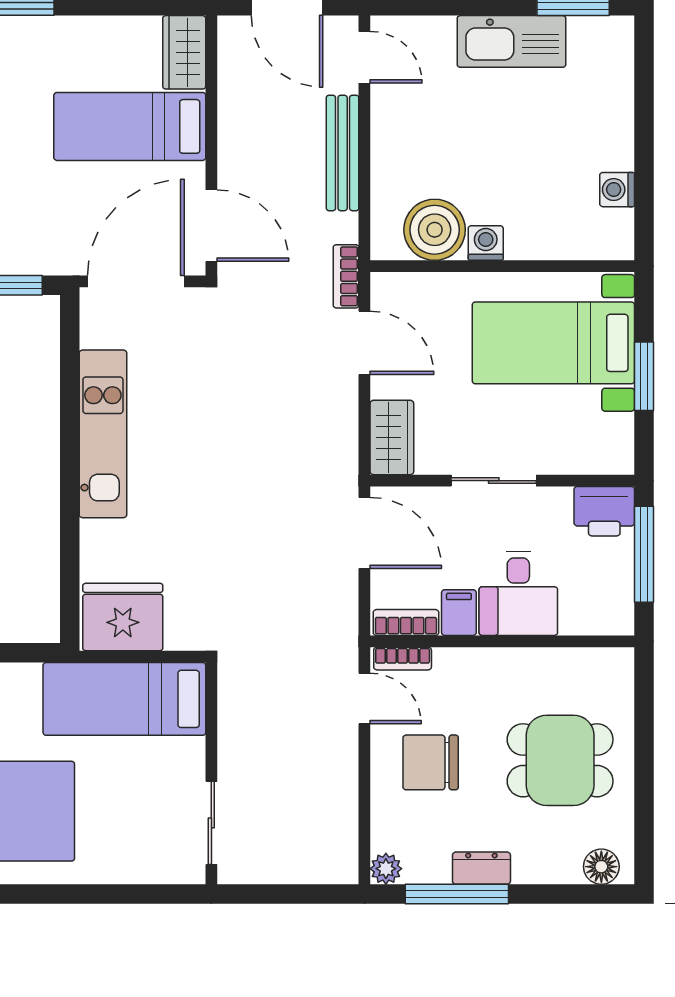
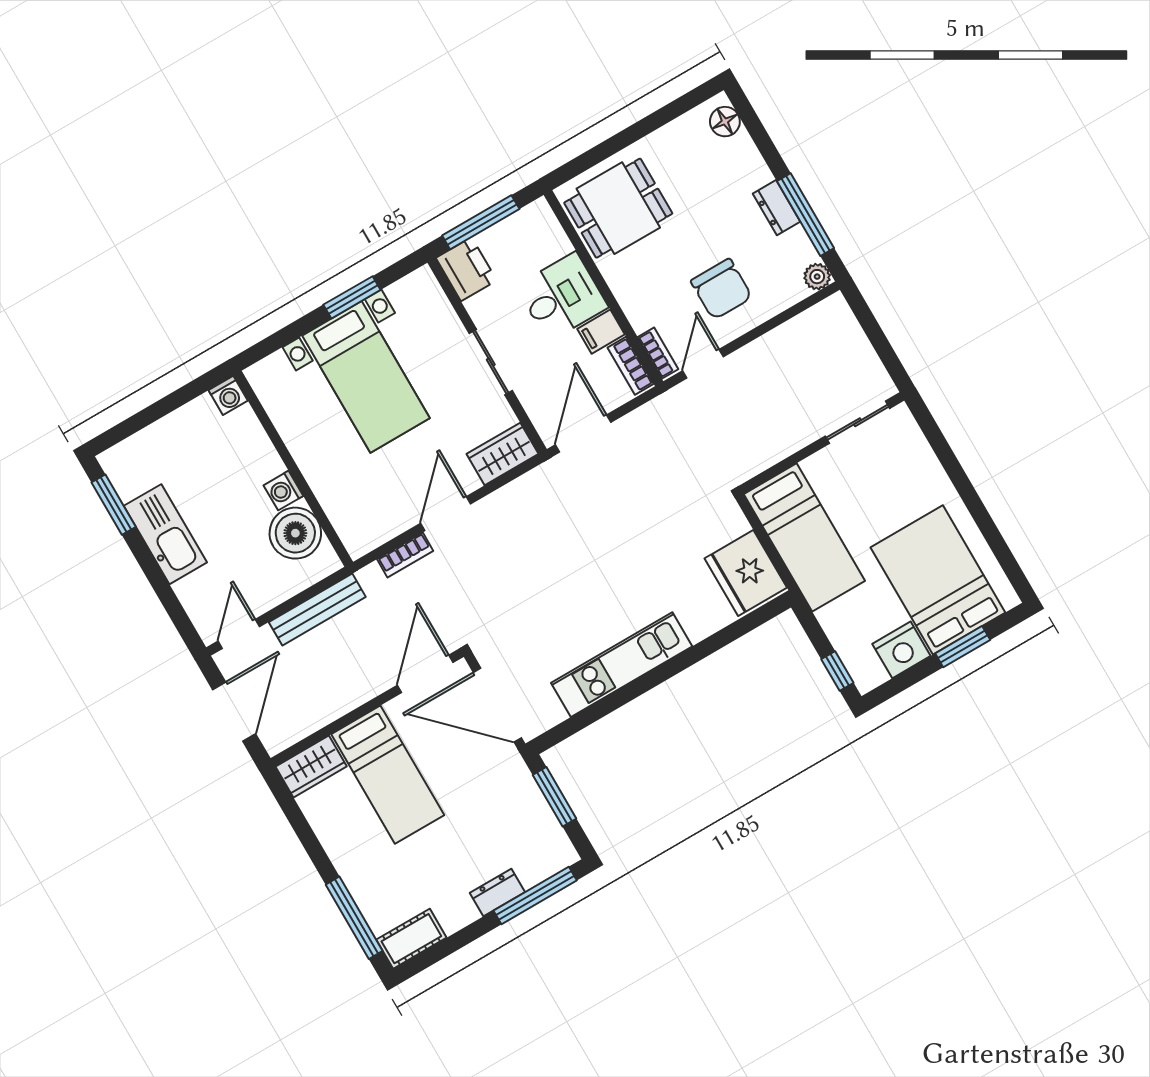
boiler: (435, 230) -> (295, 533), moved
washing machine: (486, 243) -> (283, 491), moved
wall: (502, 266) -> (293, 469), moved
dining table: (560, 760) -> (618, 208), moved, turned 90

